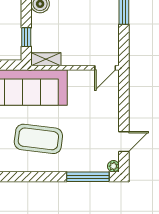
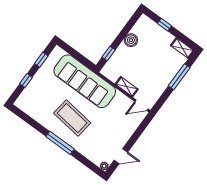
shelving: (46, 59) -> (127, 87), moved
window: (88, 177) -> (60, 143), moved

